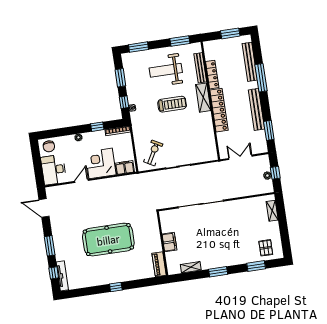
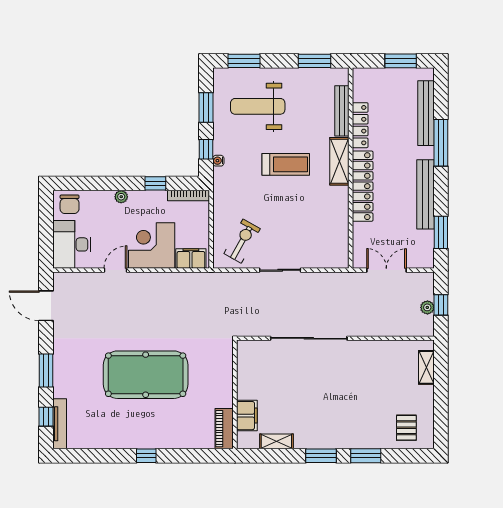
weight bench: (166, 70) -> (258, 106), moved
filing cabinet: (169, 242) -> (247, 416), moved
window: (256, 266) -> (366, 456), moved

